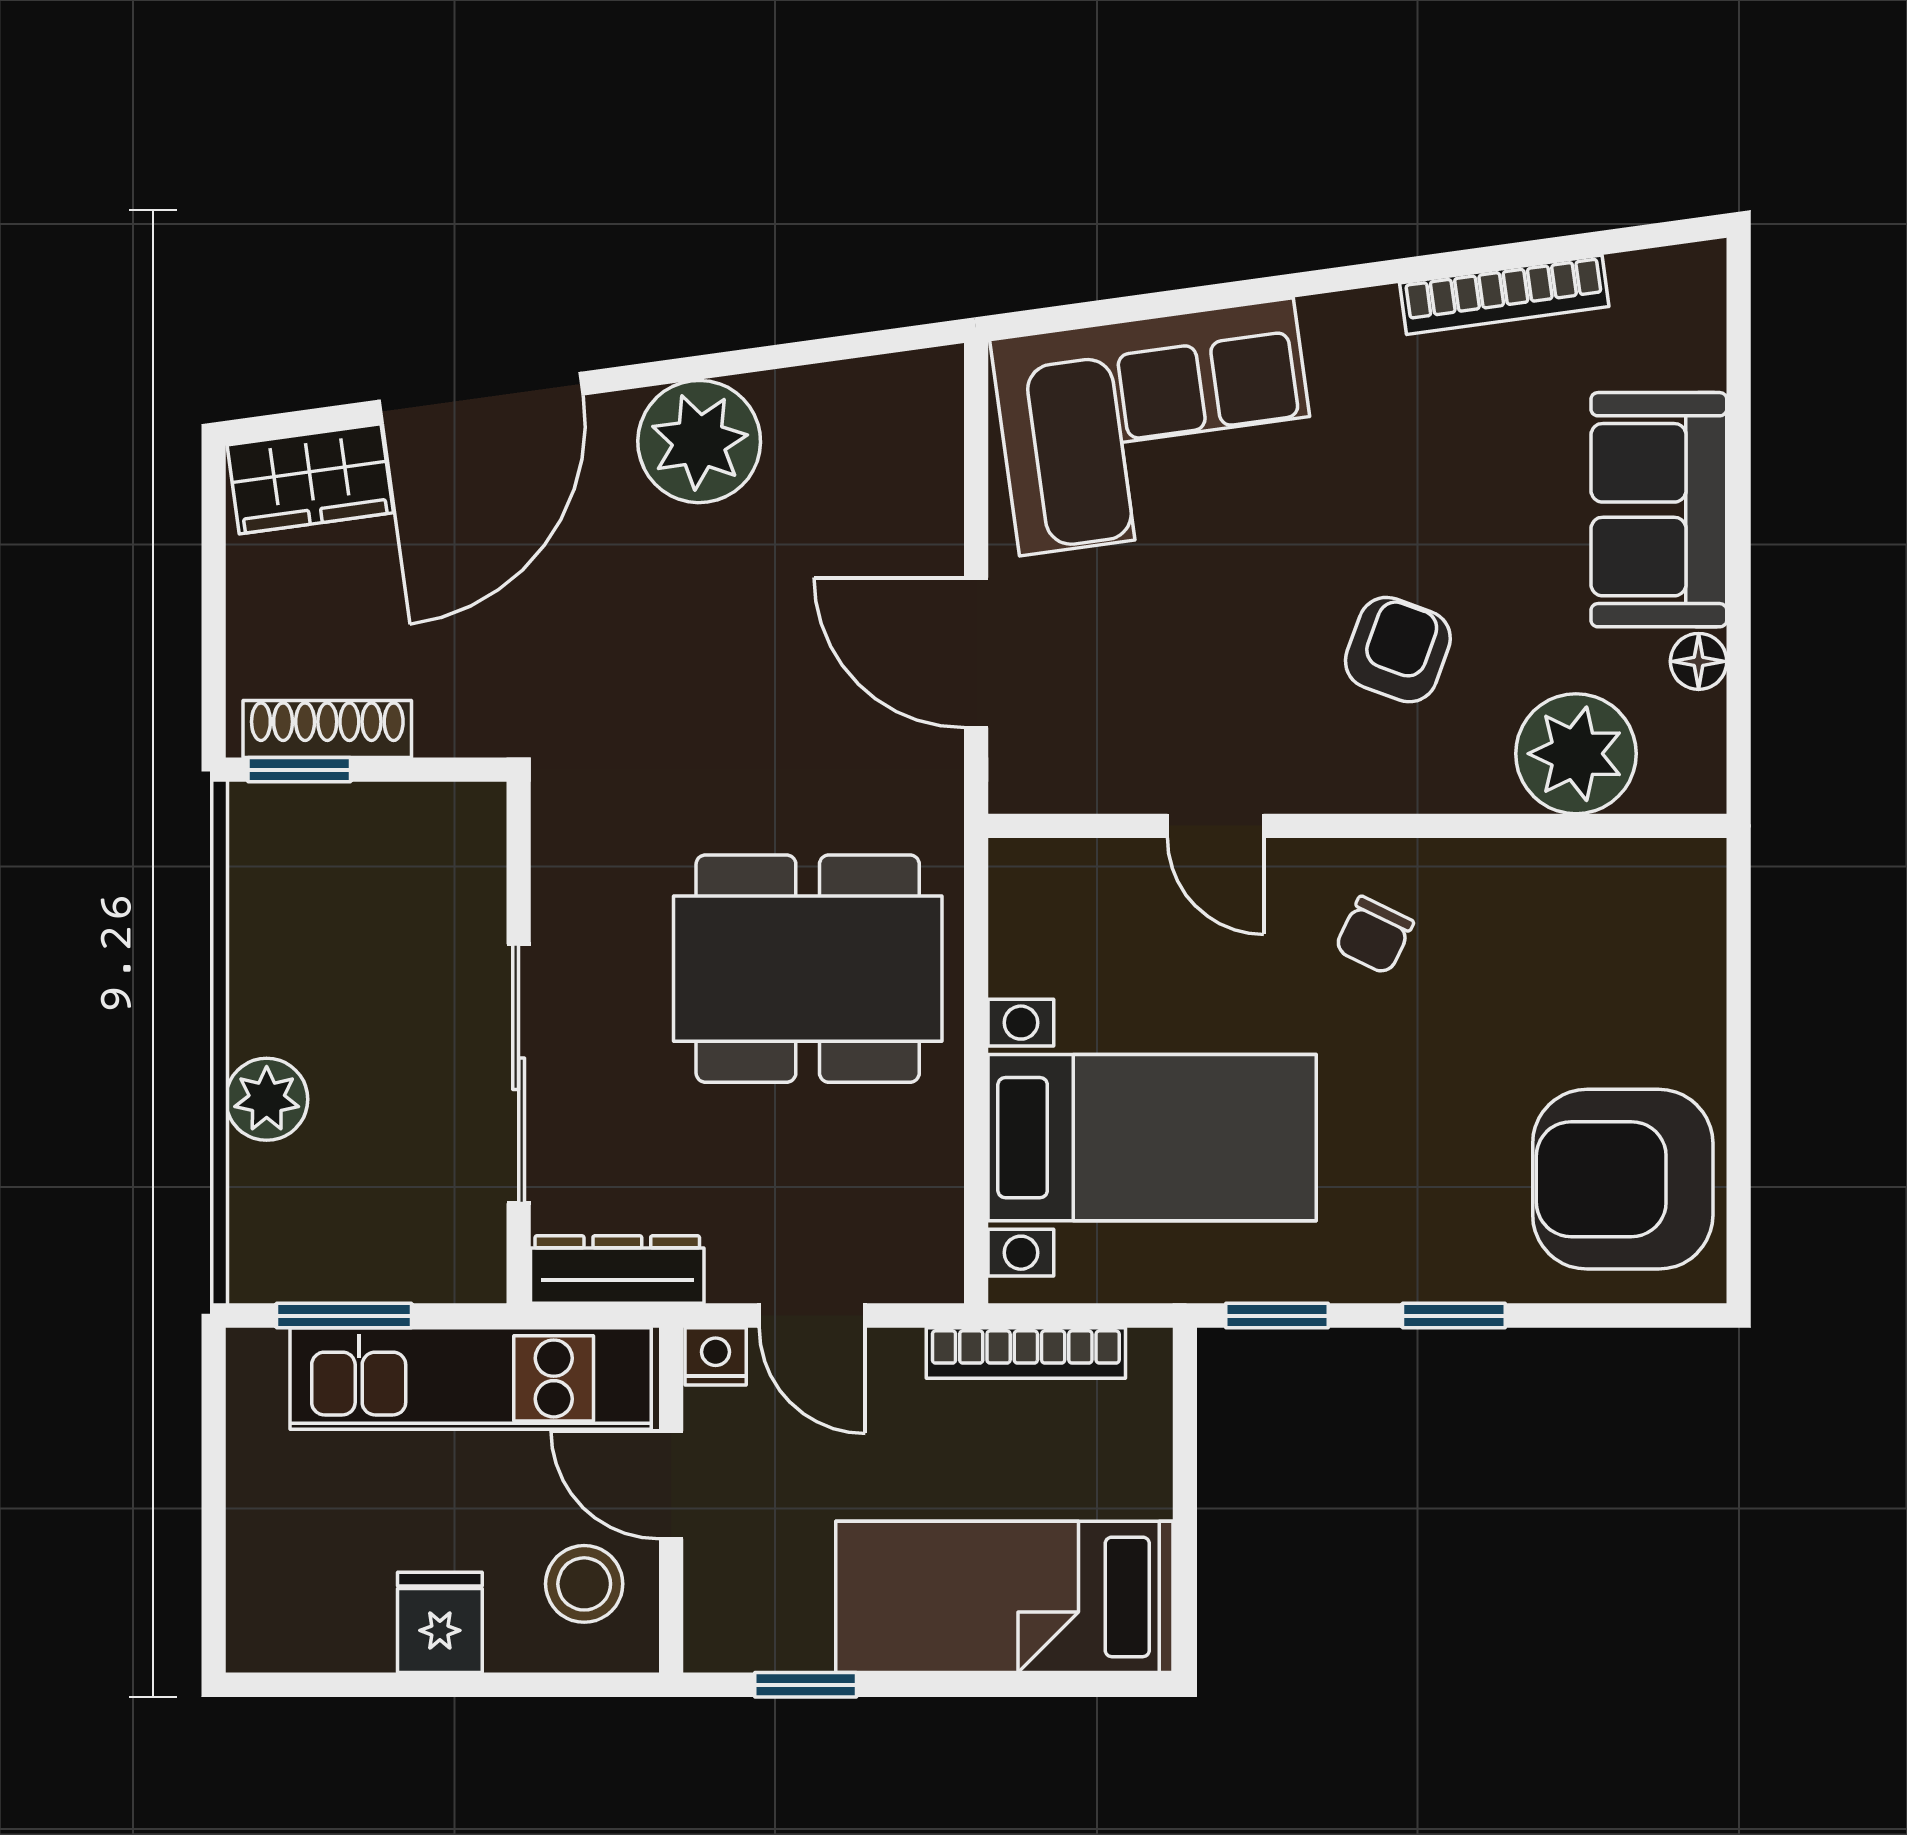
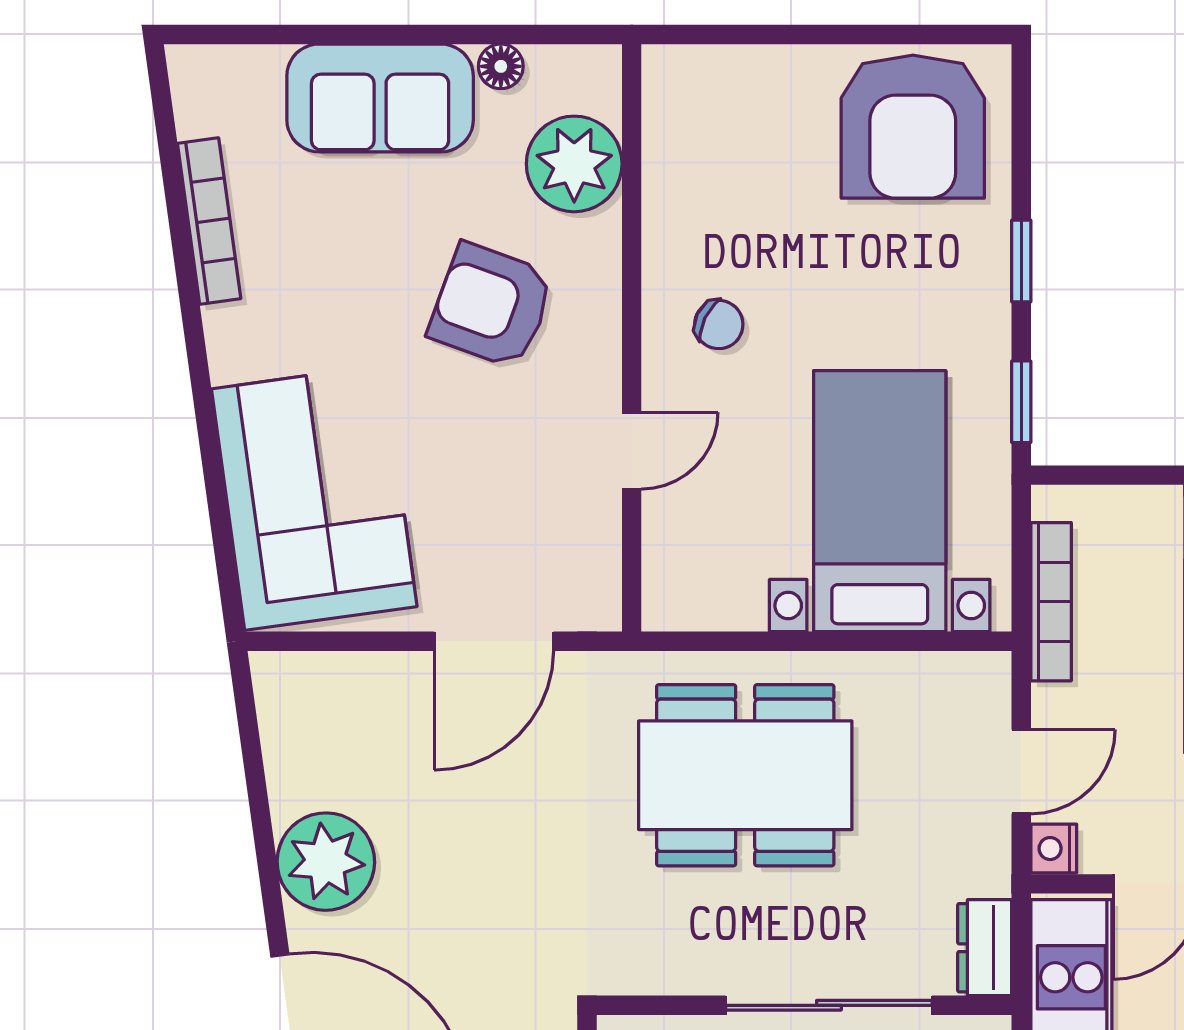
armchair: (1398, 650) -> (491, 306), width x1.38, depth x1.38
dining table: (808, 969) -> (745, 775), turned 90
dresser: (617, 1270) -> (985, 948), width x0.70

